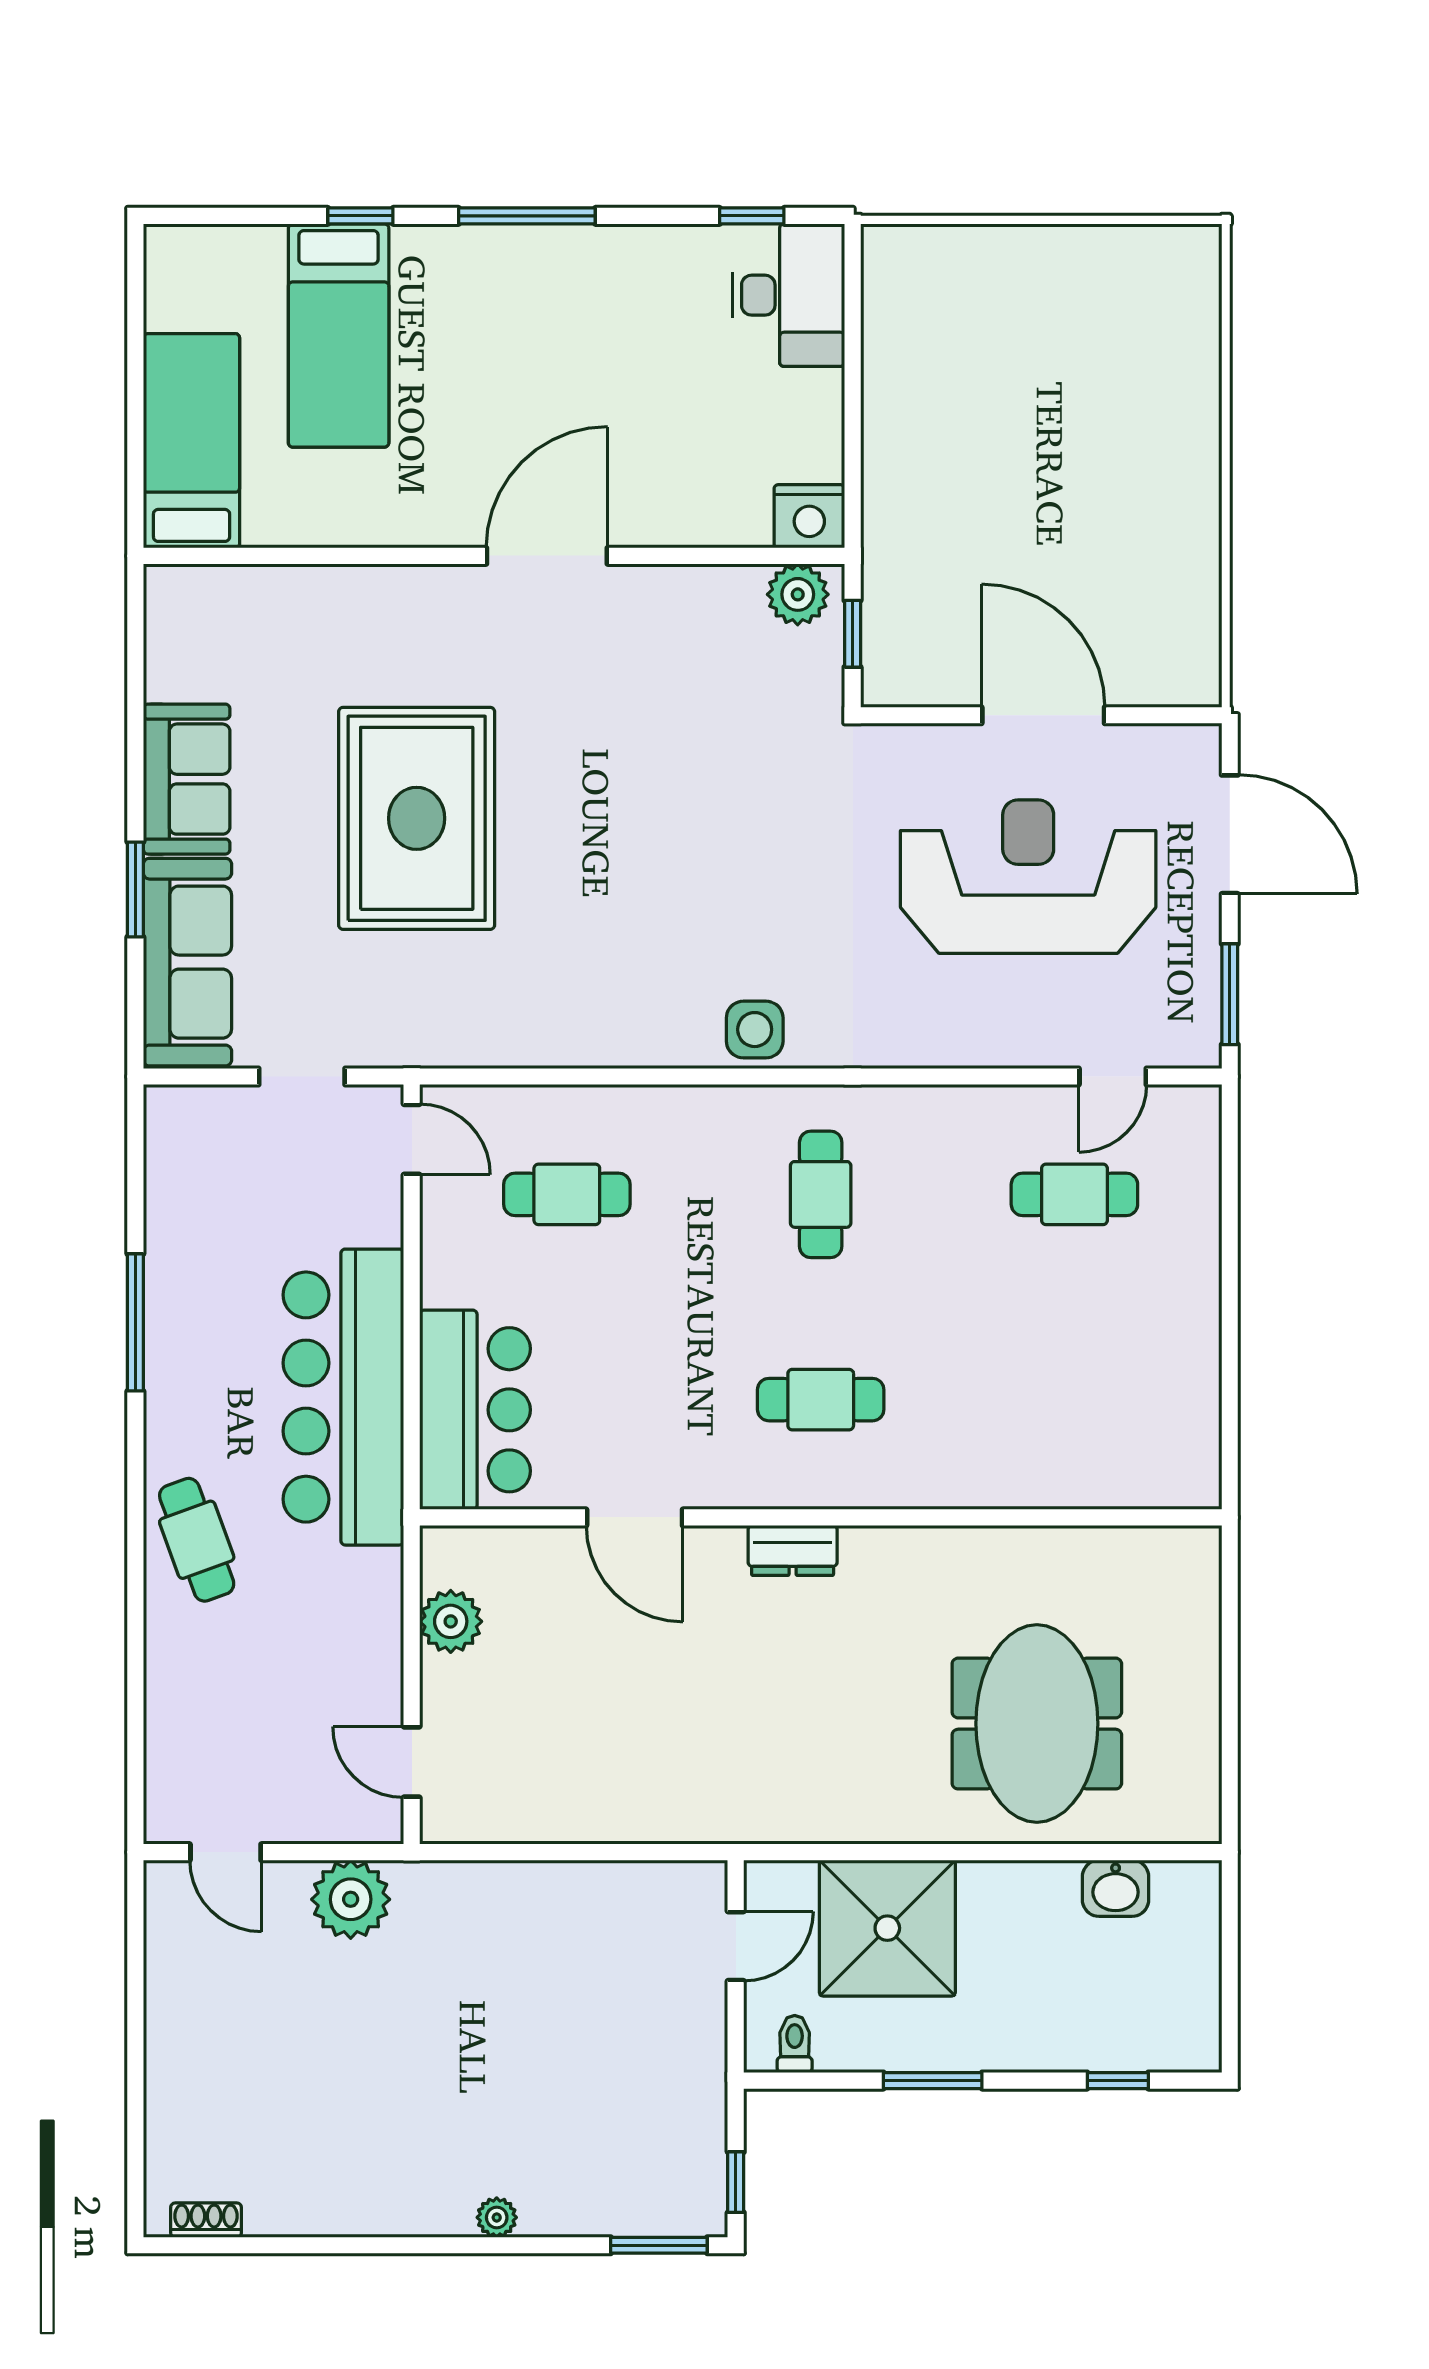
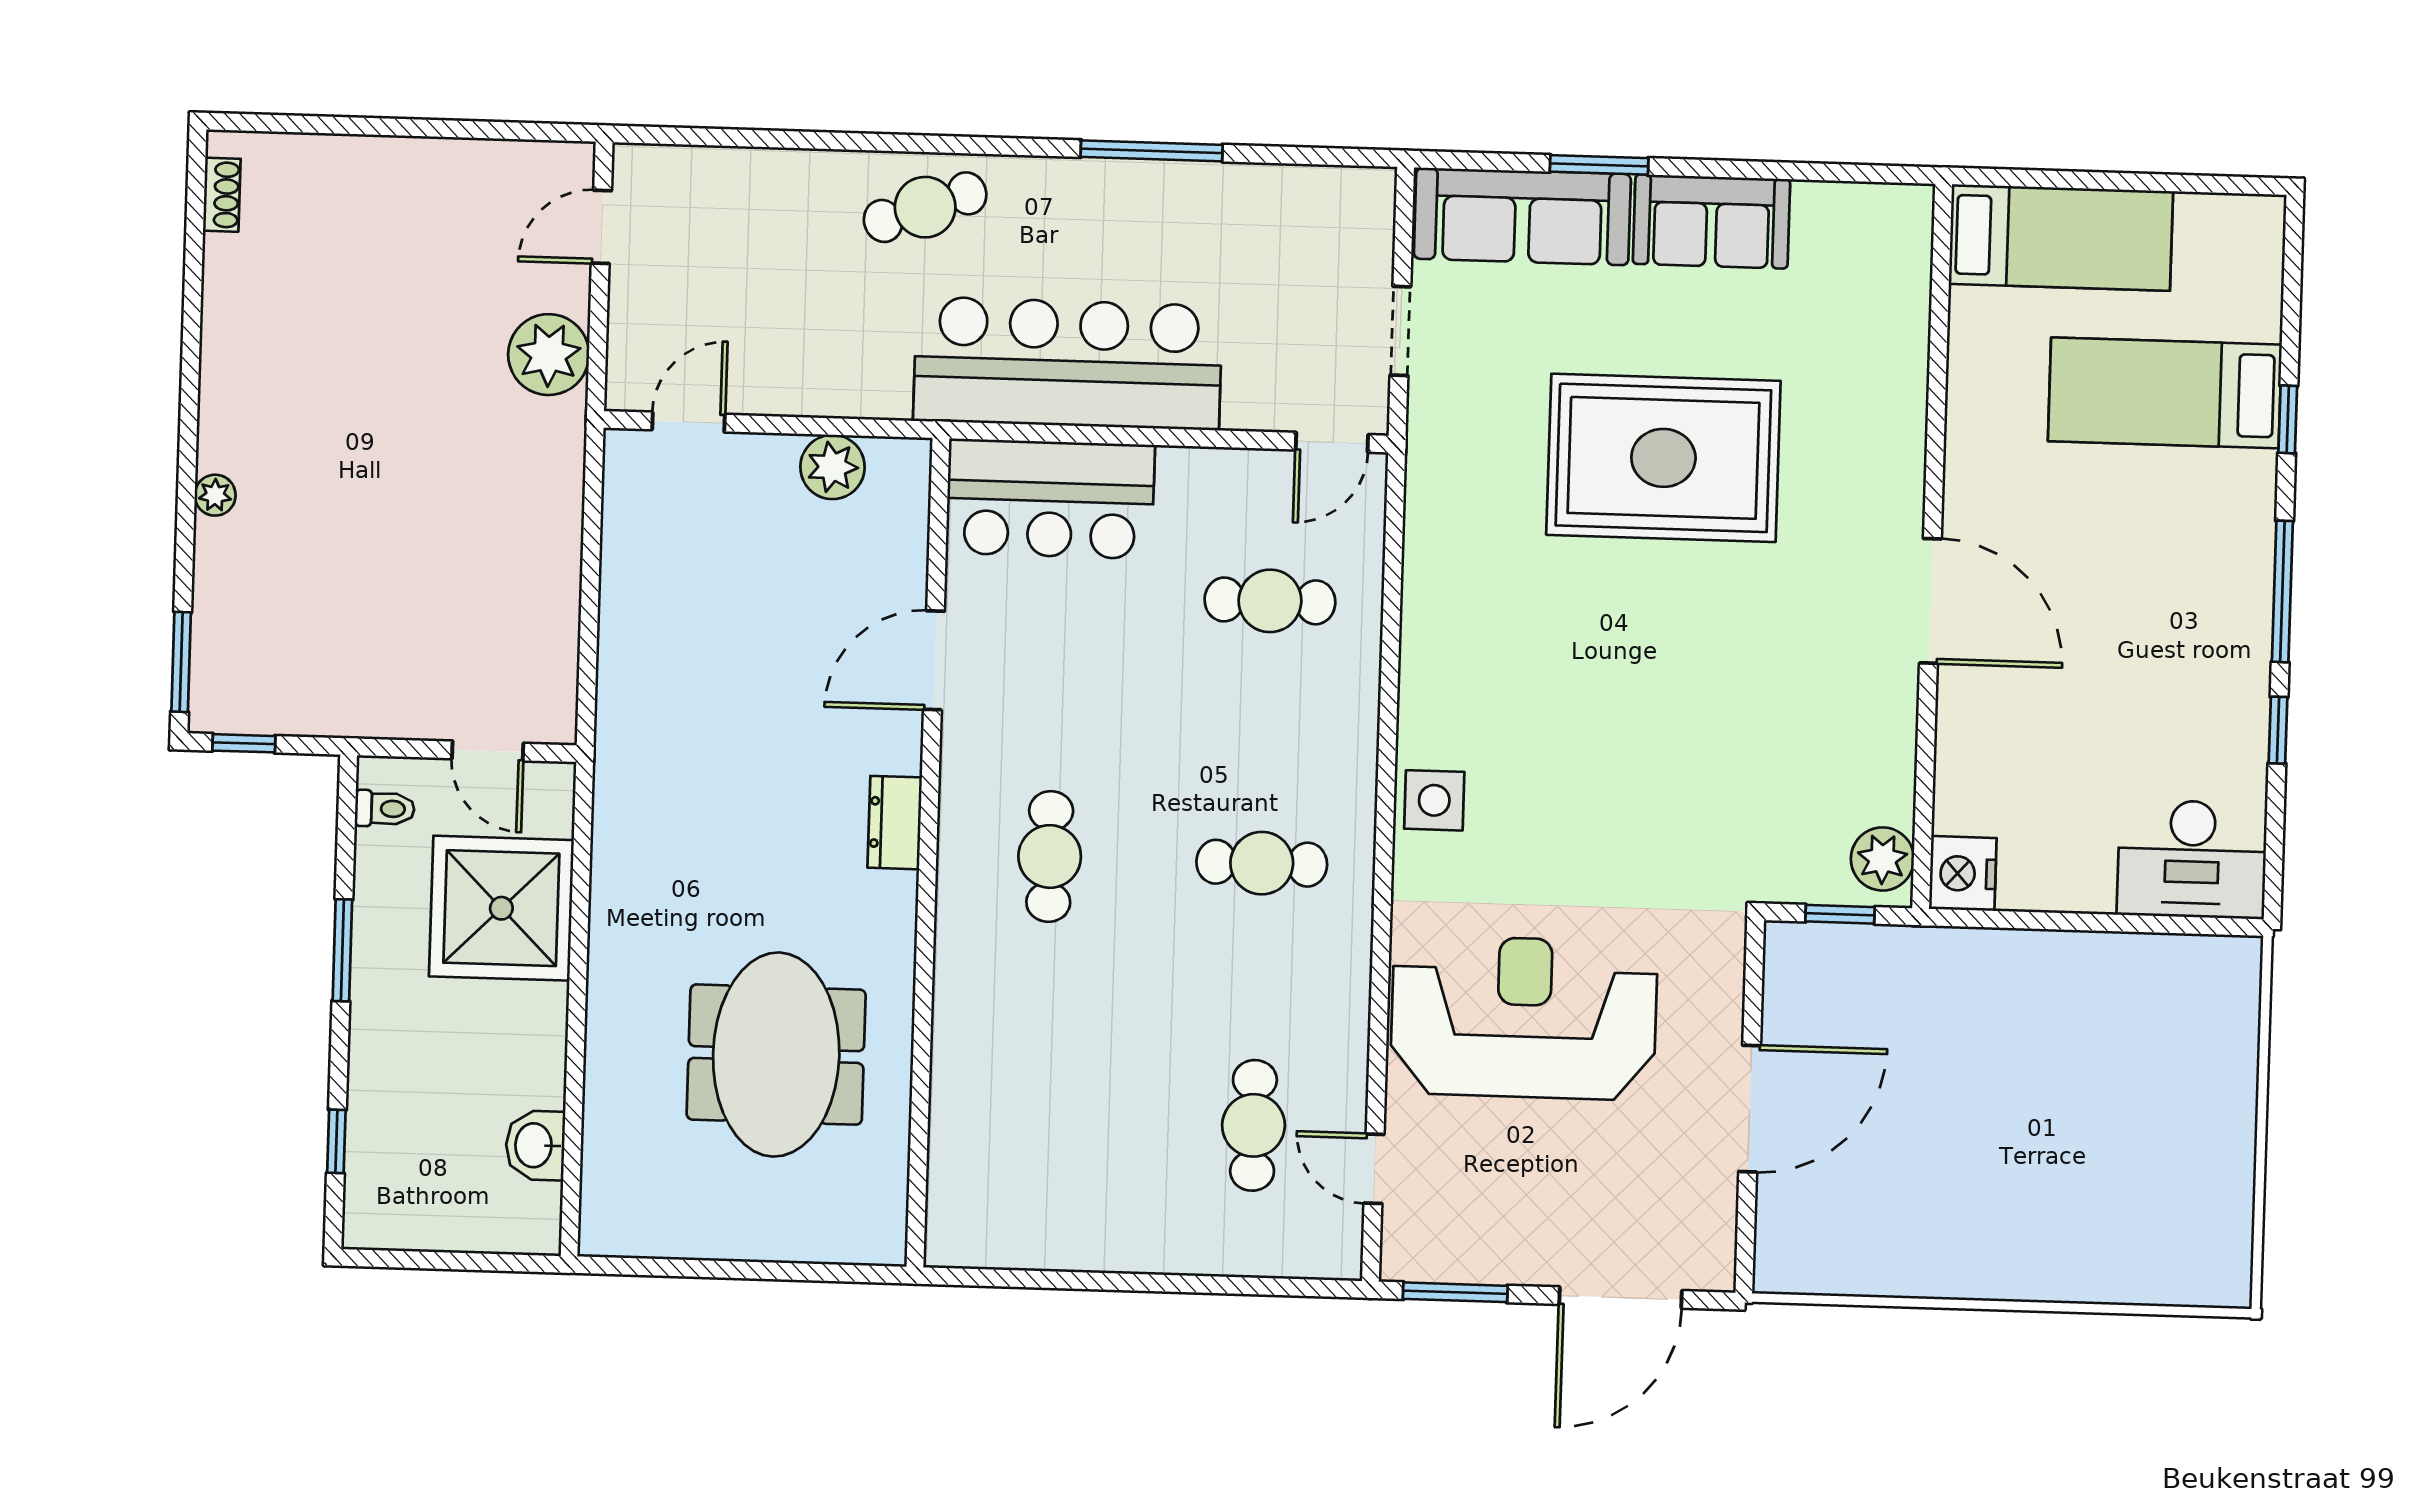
window: (752, 216) -> (2278, 730), moved
reception desk: (1028, 877) -> (1524, 1018), moved, turned -90
cafe table: (567, 1194) -> (1270, 601), turned 90
meeting table: (1037, 1724) -> (776, 1055), moved, turned 90

